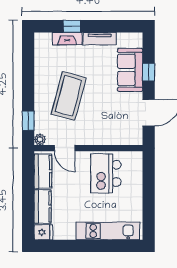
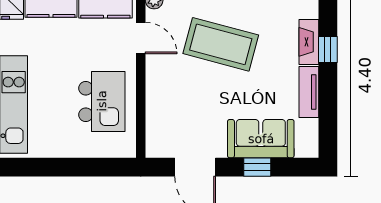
door: (65, 148) -> (141, 38), swing flipped
kitchen island: (106, 173) -> (102, 101), turned 90

